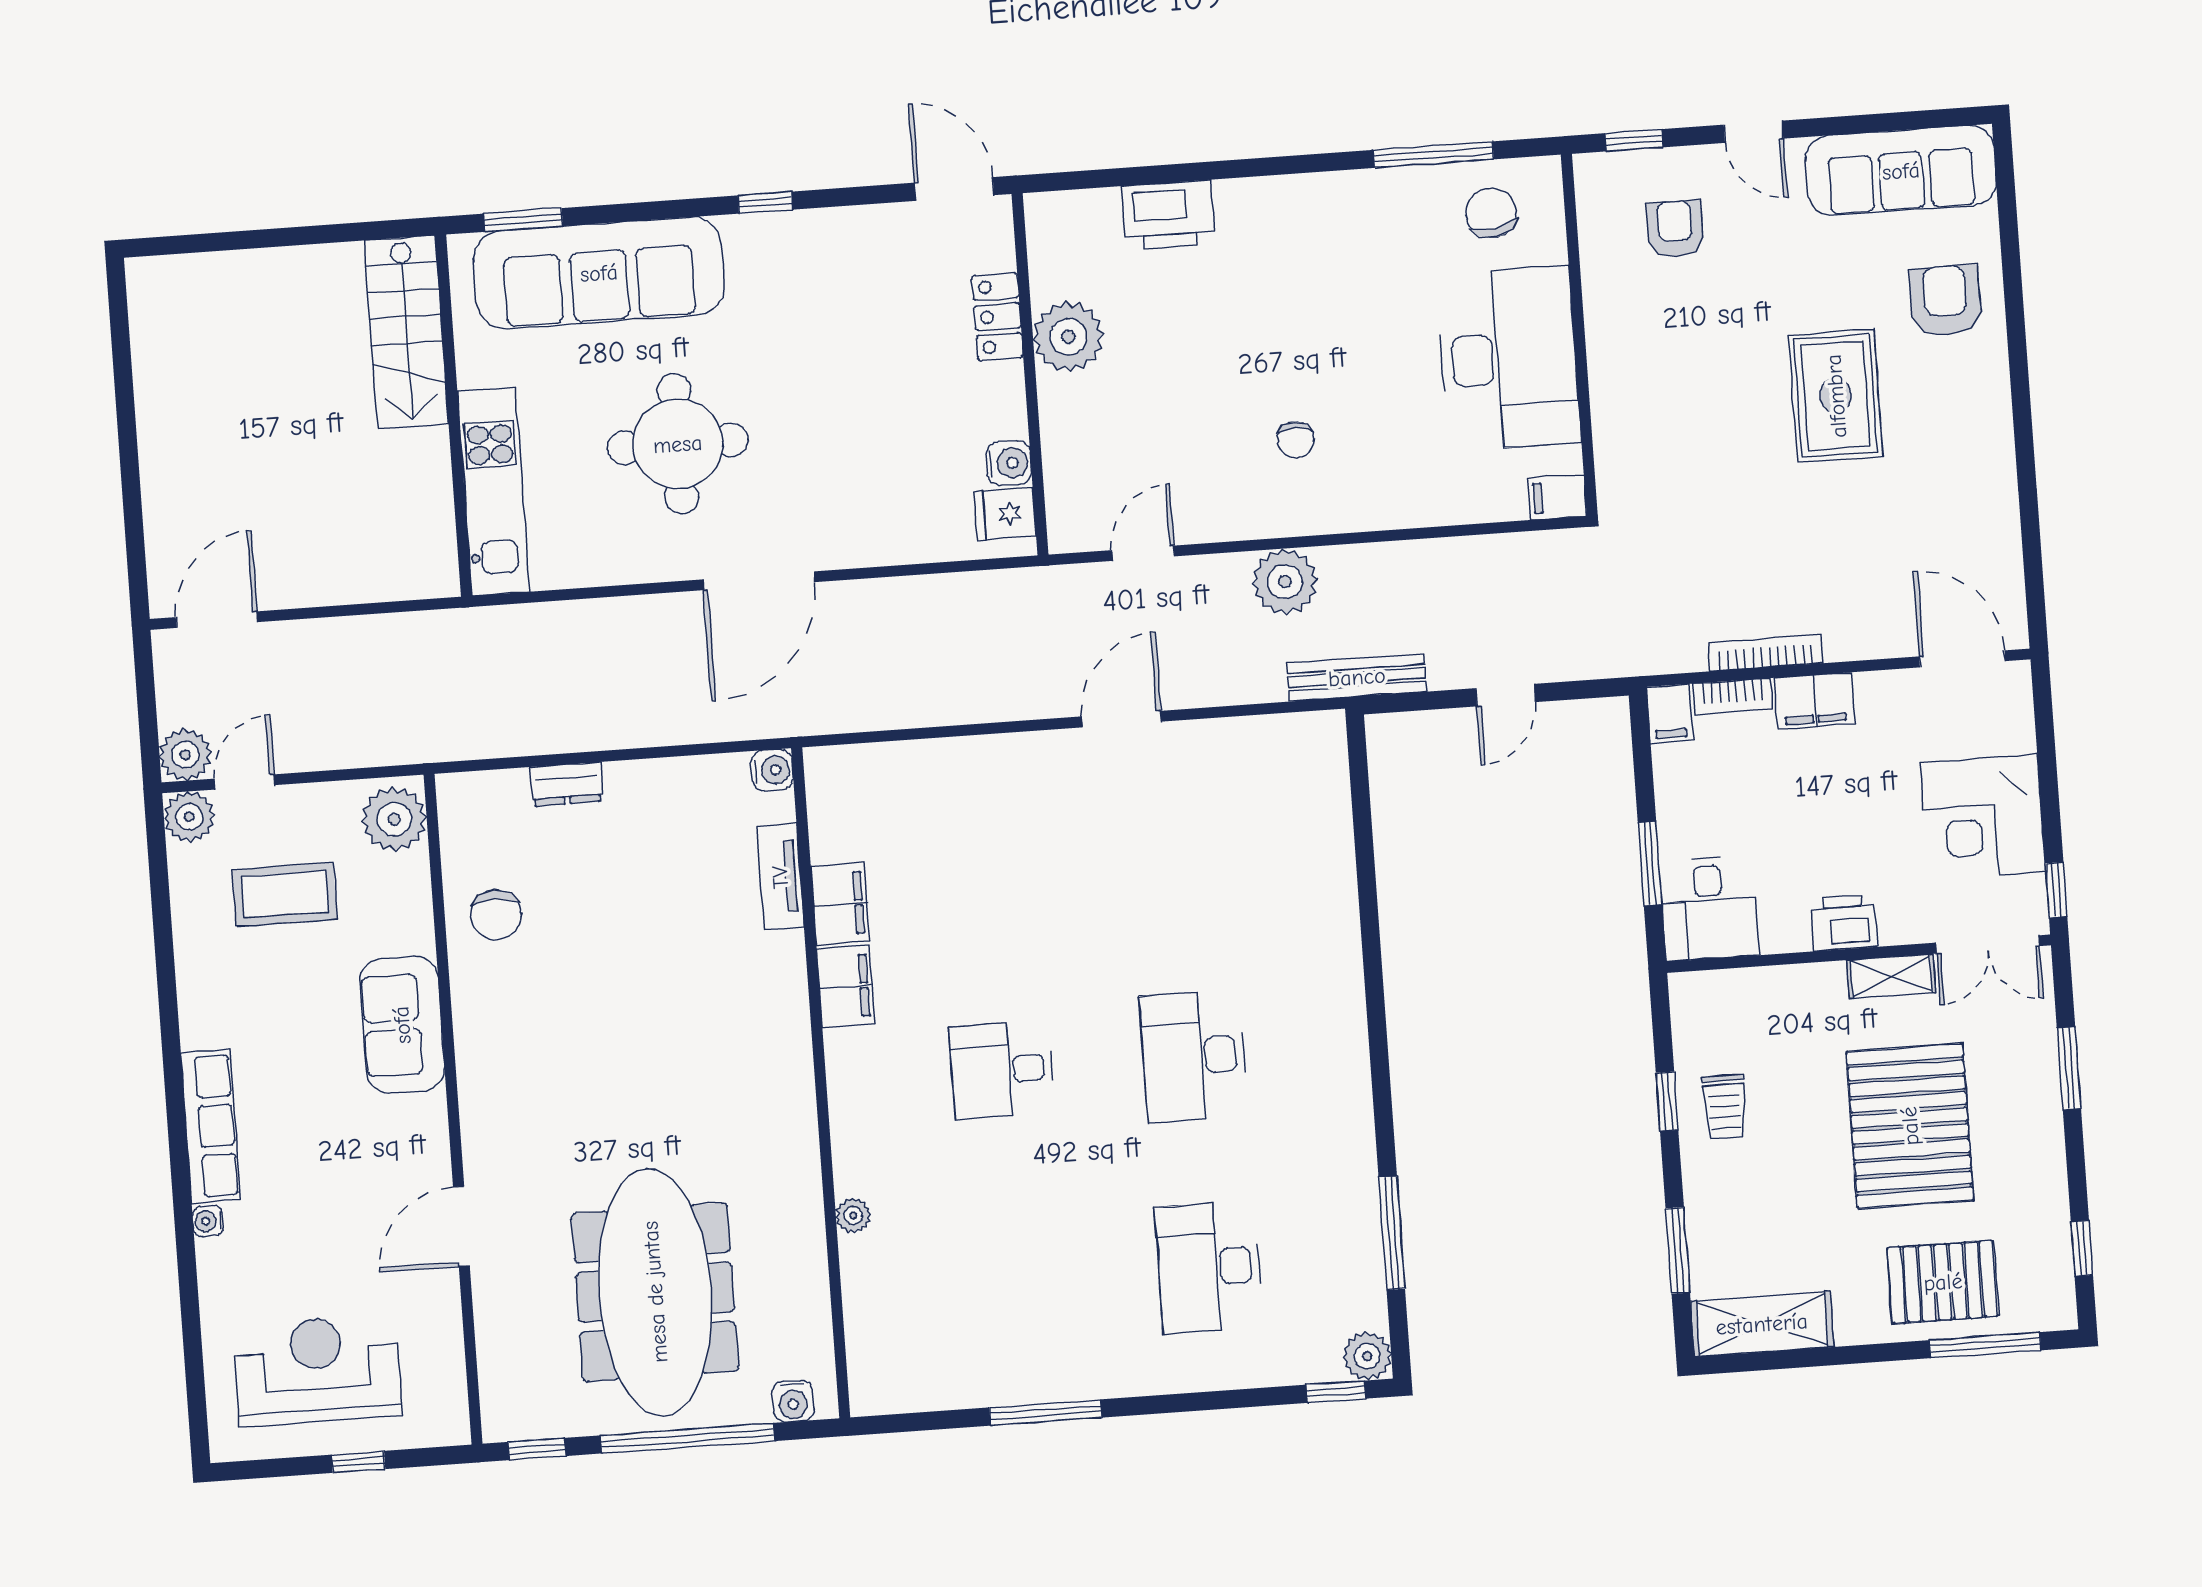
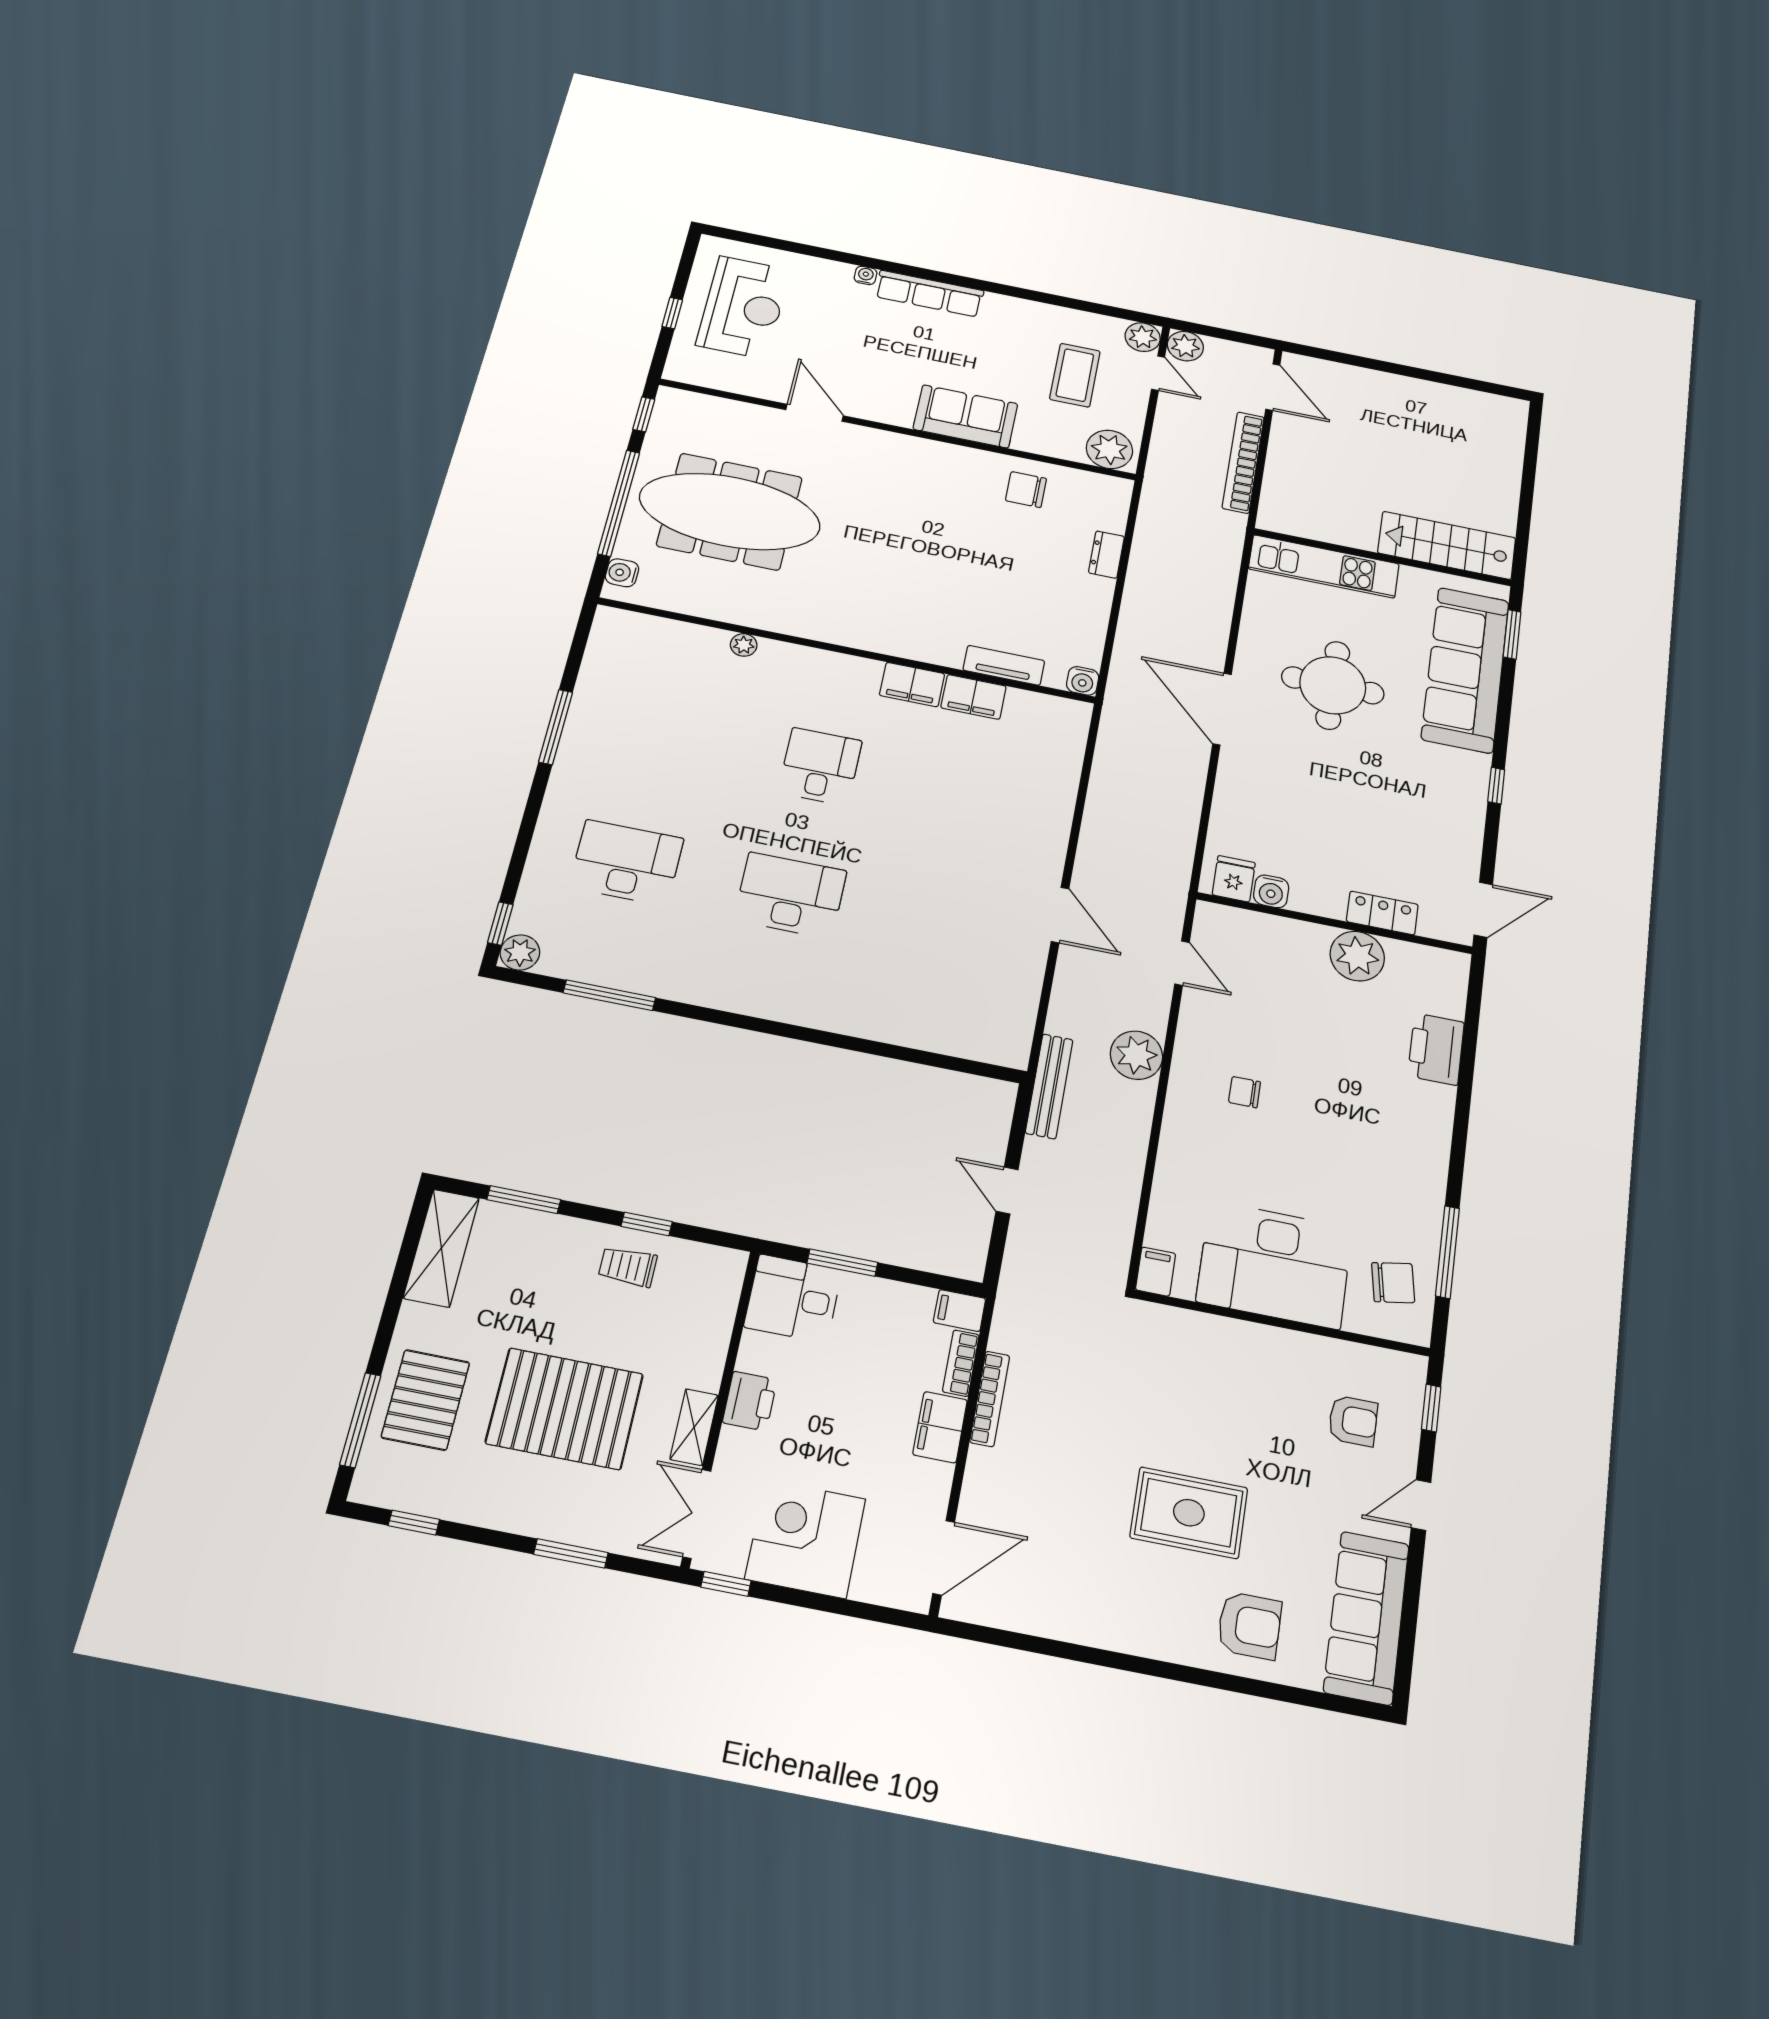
bookcase: (357, 634) -> (1243, 462), added

